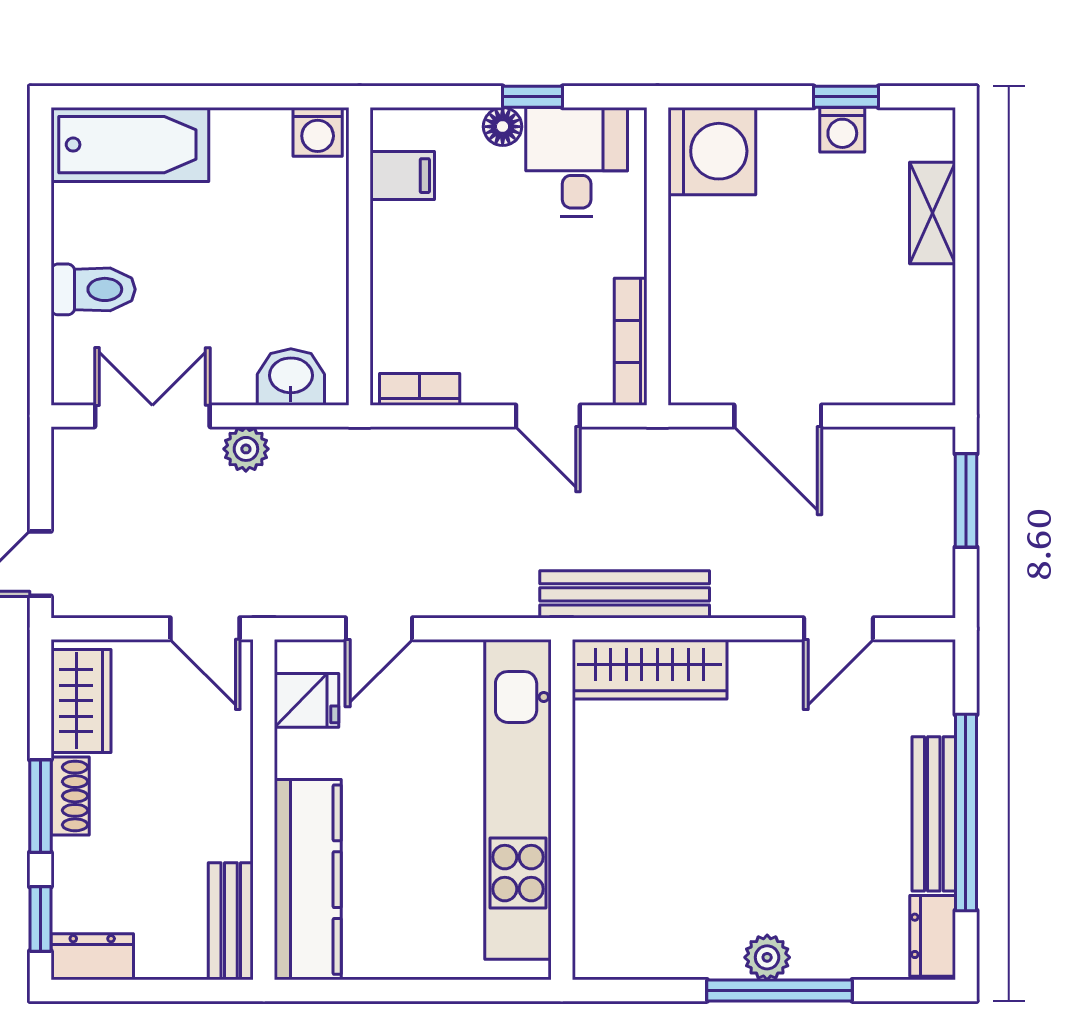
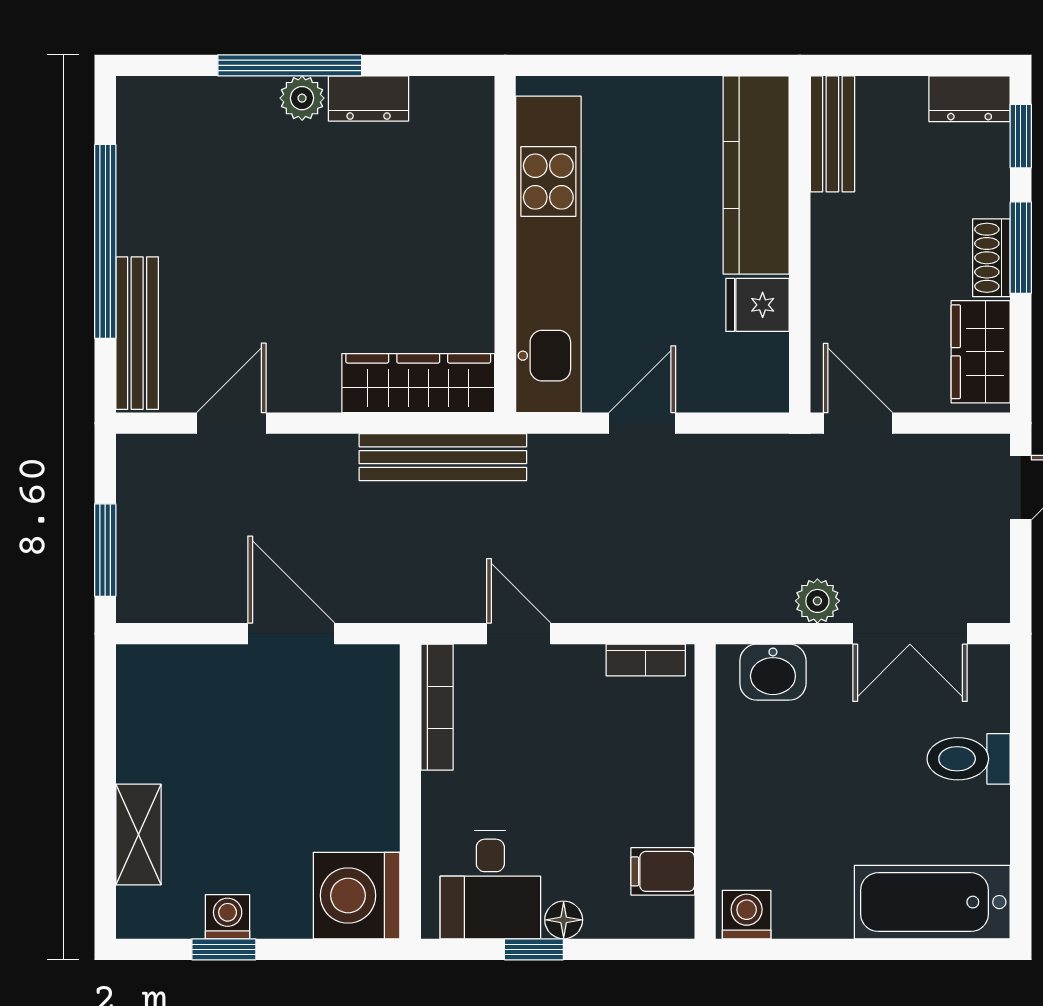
door: (379, 629) -> (642, 423), moved
fridge: (307, 700) -> (758, 305), moved
bench: (934, 814) -> (137, 333), moved
dresser: (933, 936) -> (369, 98), moved, turned 90

